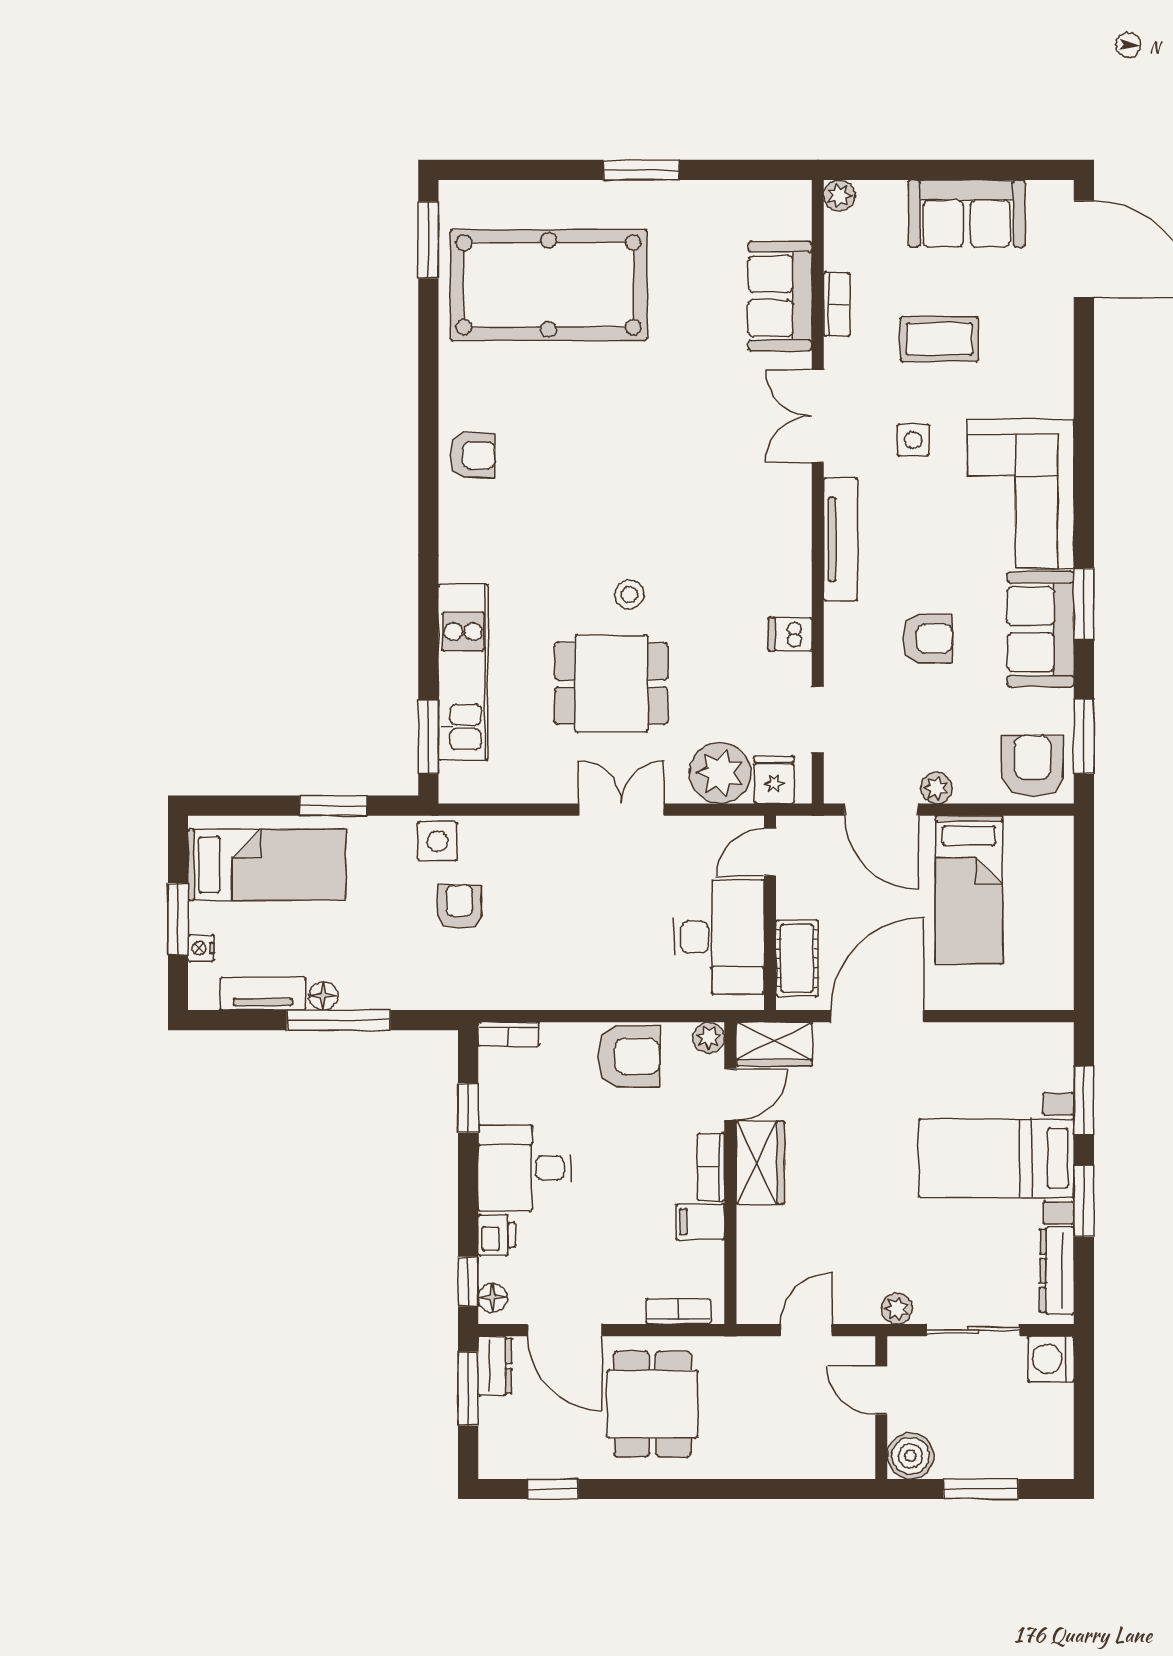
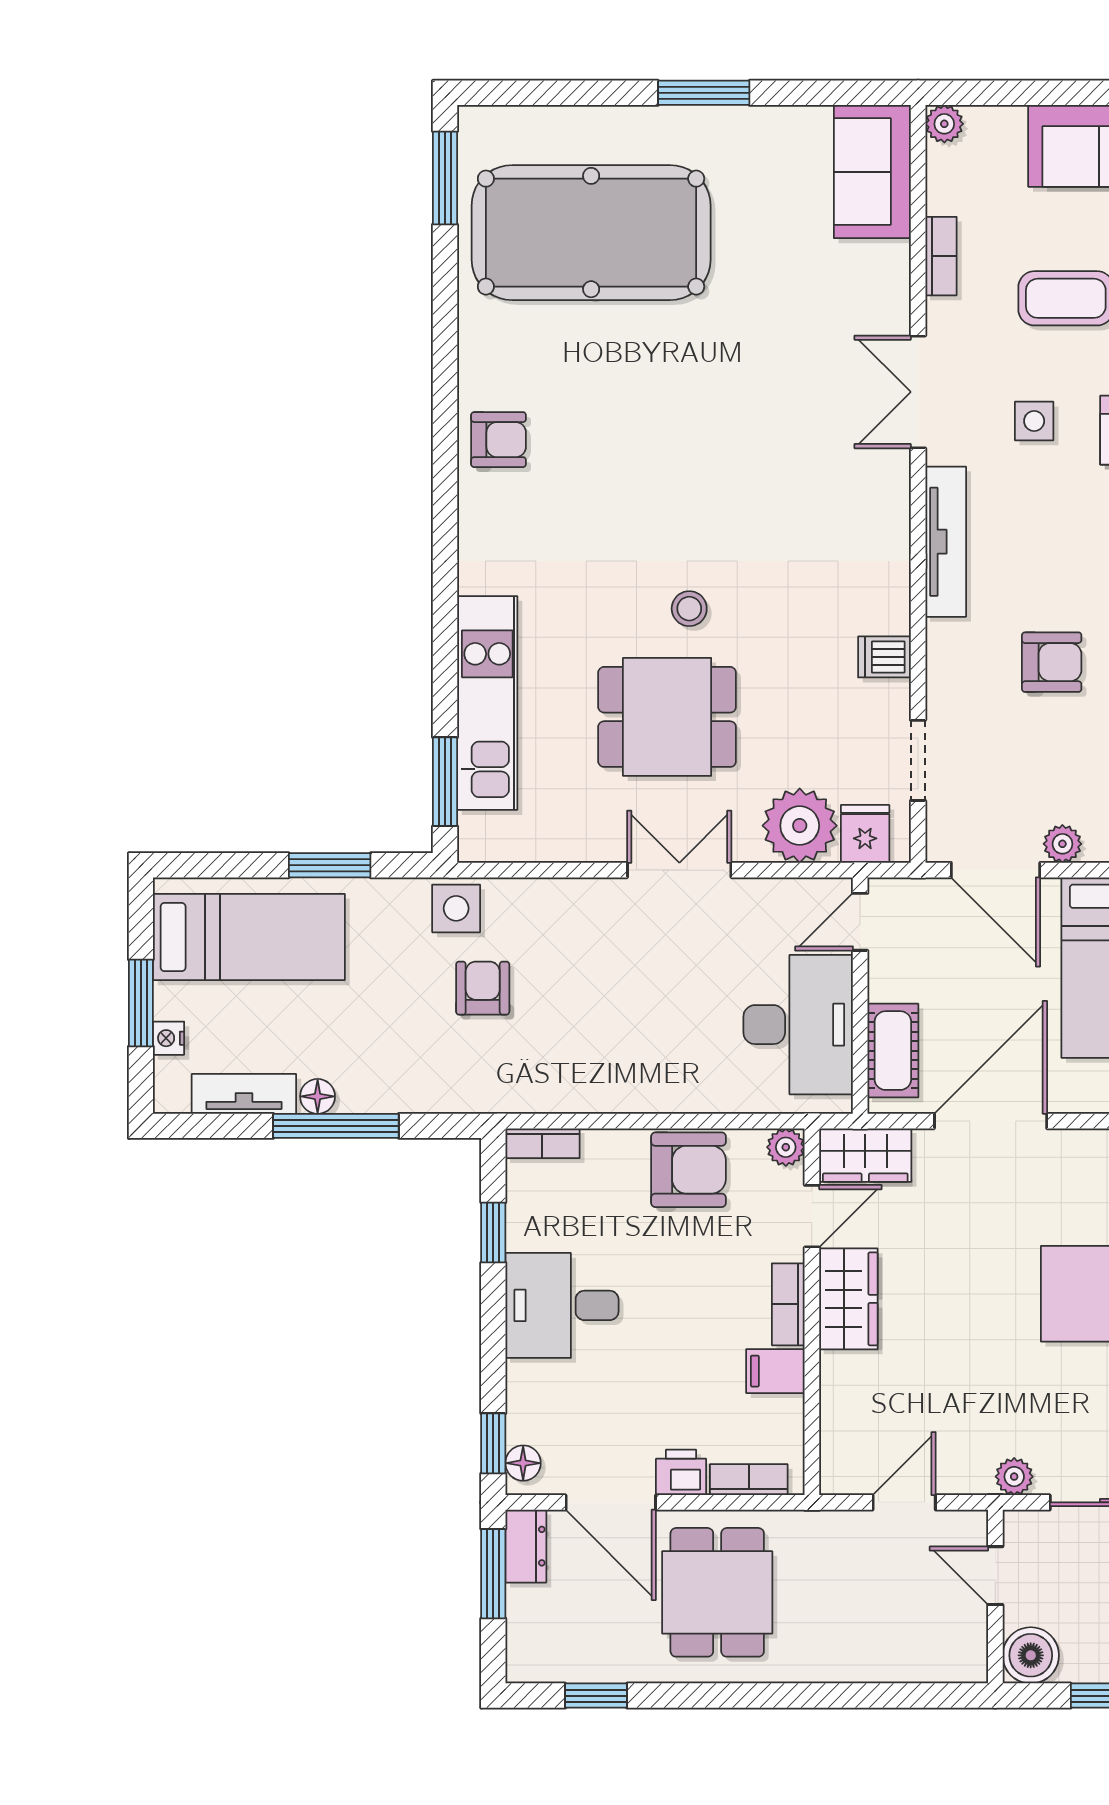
sofa: (780, 296) -> (872, 172), moved
printer: (497, 1235) -> (681, 1472), moved, turned -90

